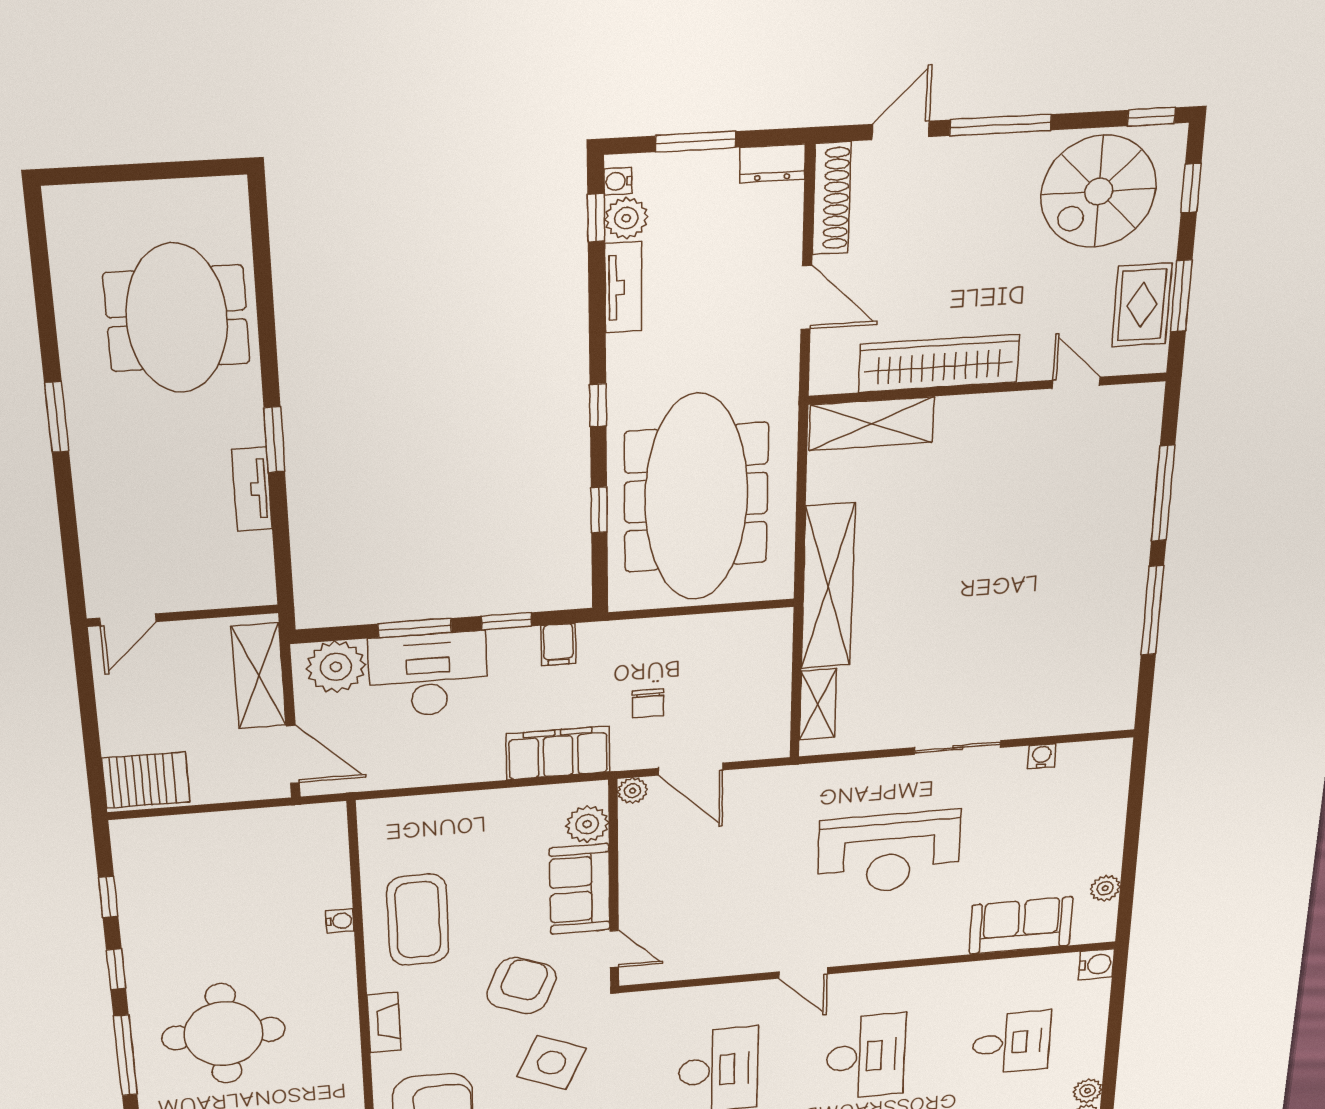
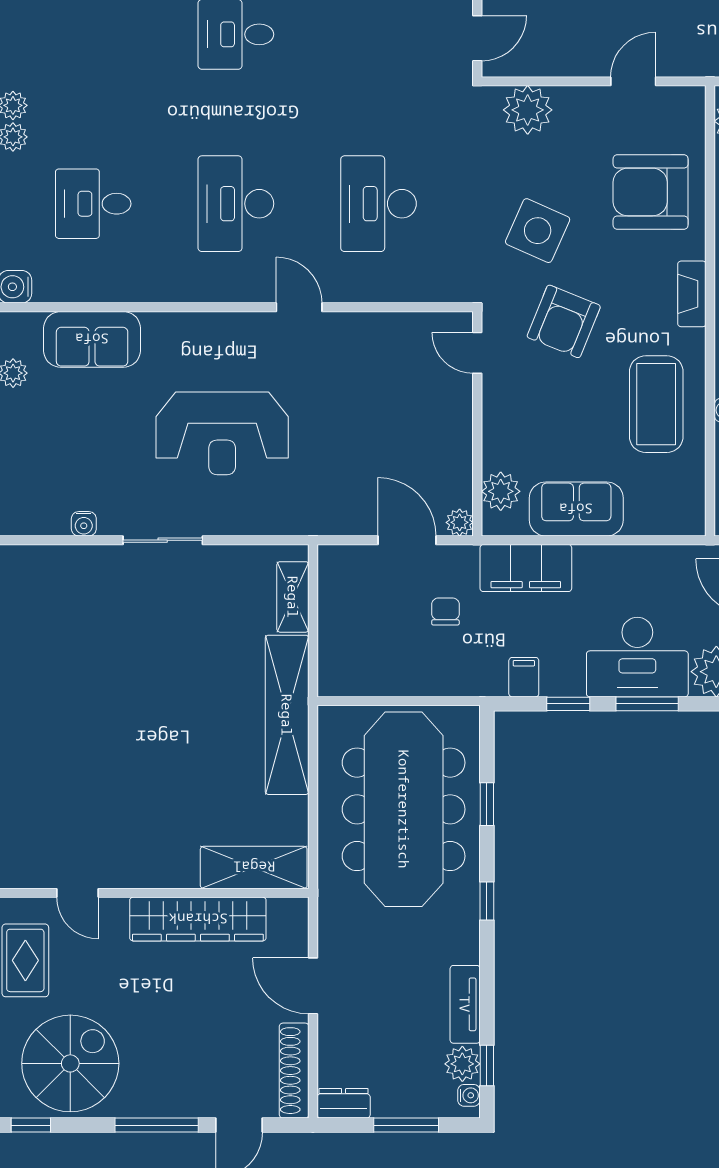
reception desk: (889, 853) -> (222, 433), turned 180
sofa: (580, 889) -> (576, 509), moved, turned -90

